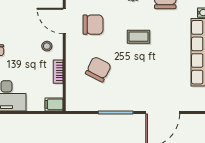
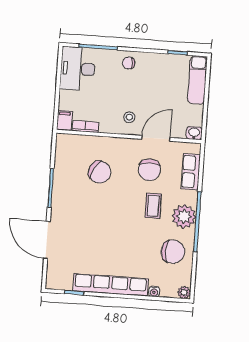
coffee table: (139, 37) -> (153, 206), moved
bookcase: (58, 72) -> (86, 127), moved

